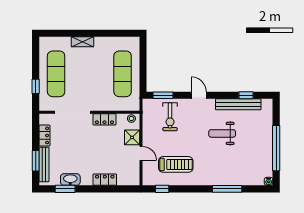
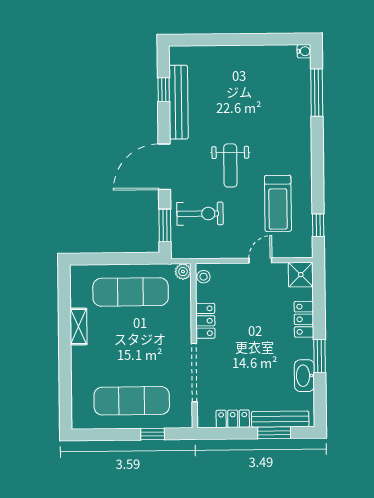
shelving: (82, 42) -> (78, 326), moved
door: (199, 95) -> (164, 167), width x1.87
plant: (135, 106) -> (183, 272), added
weight bench: (222, 133) -> (230, 165), moved
shower: (132, 137) -> (301, 275), moved
window: (276, 148) -> (250, 39), removed
treadmill: (176, 164) -> (278, 203), turned 180
window: (65, 189) -> (320, 356), moved
window: (227, 189) -> (317, 93), moved

